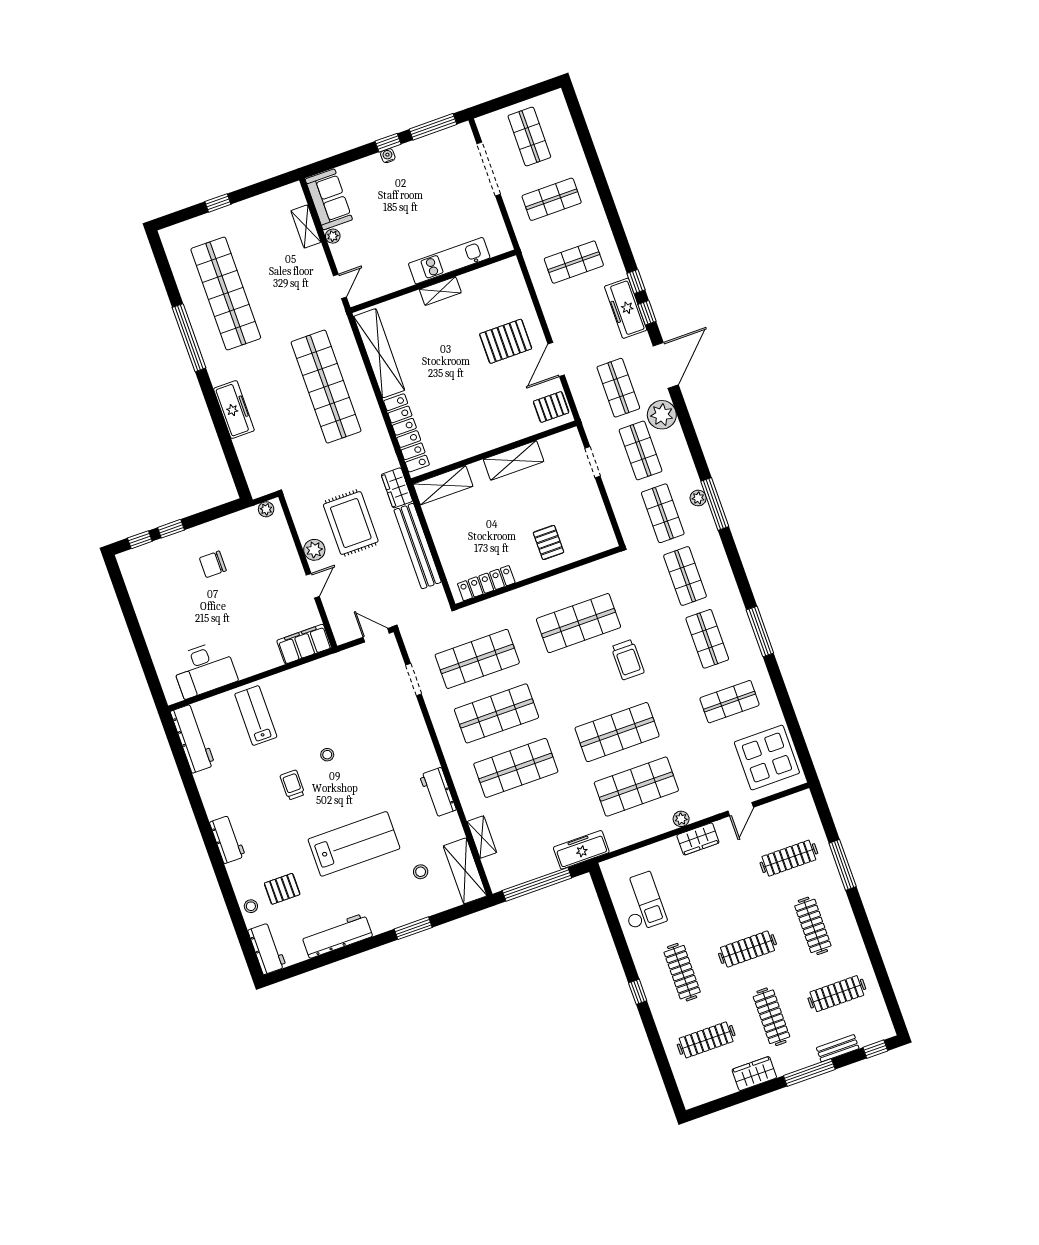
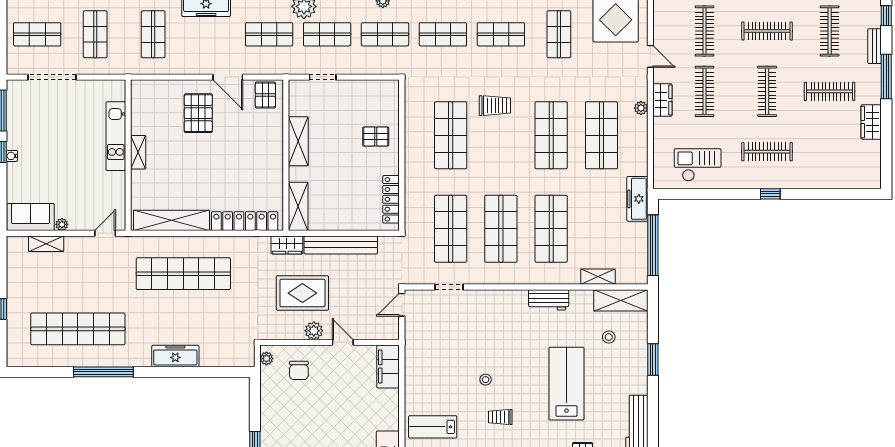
door: (340, 286) -> (105, 233), hinge flipped
chair: (213, 564) -> (299, 370), moved
clothes rail: (706, 1040) -> (704, 91), moved

